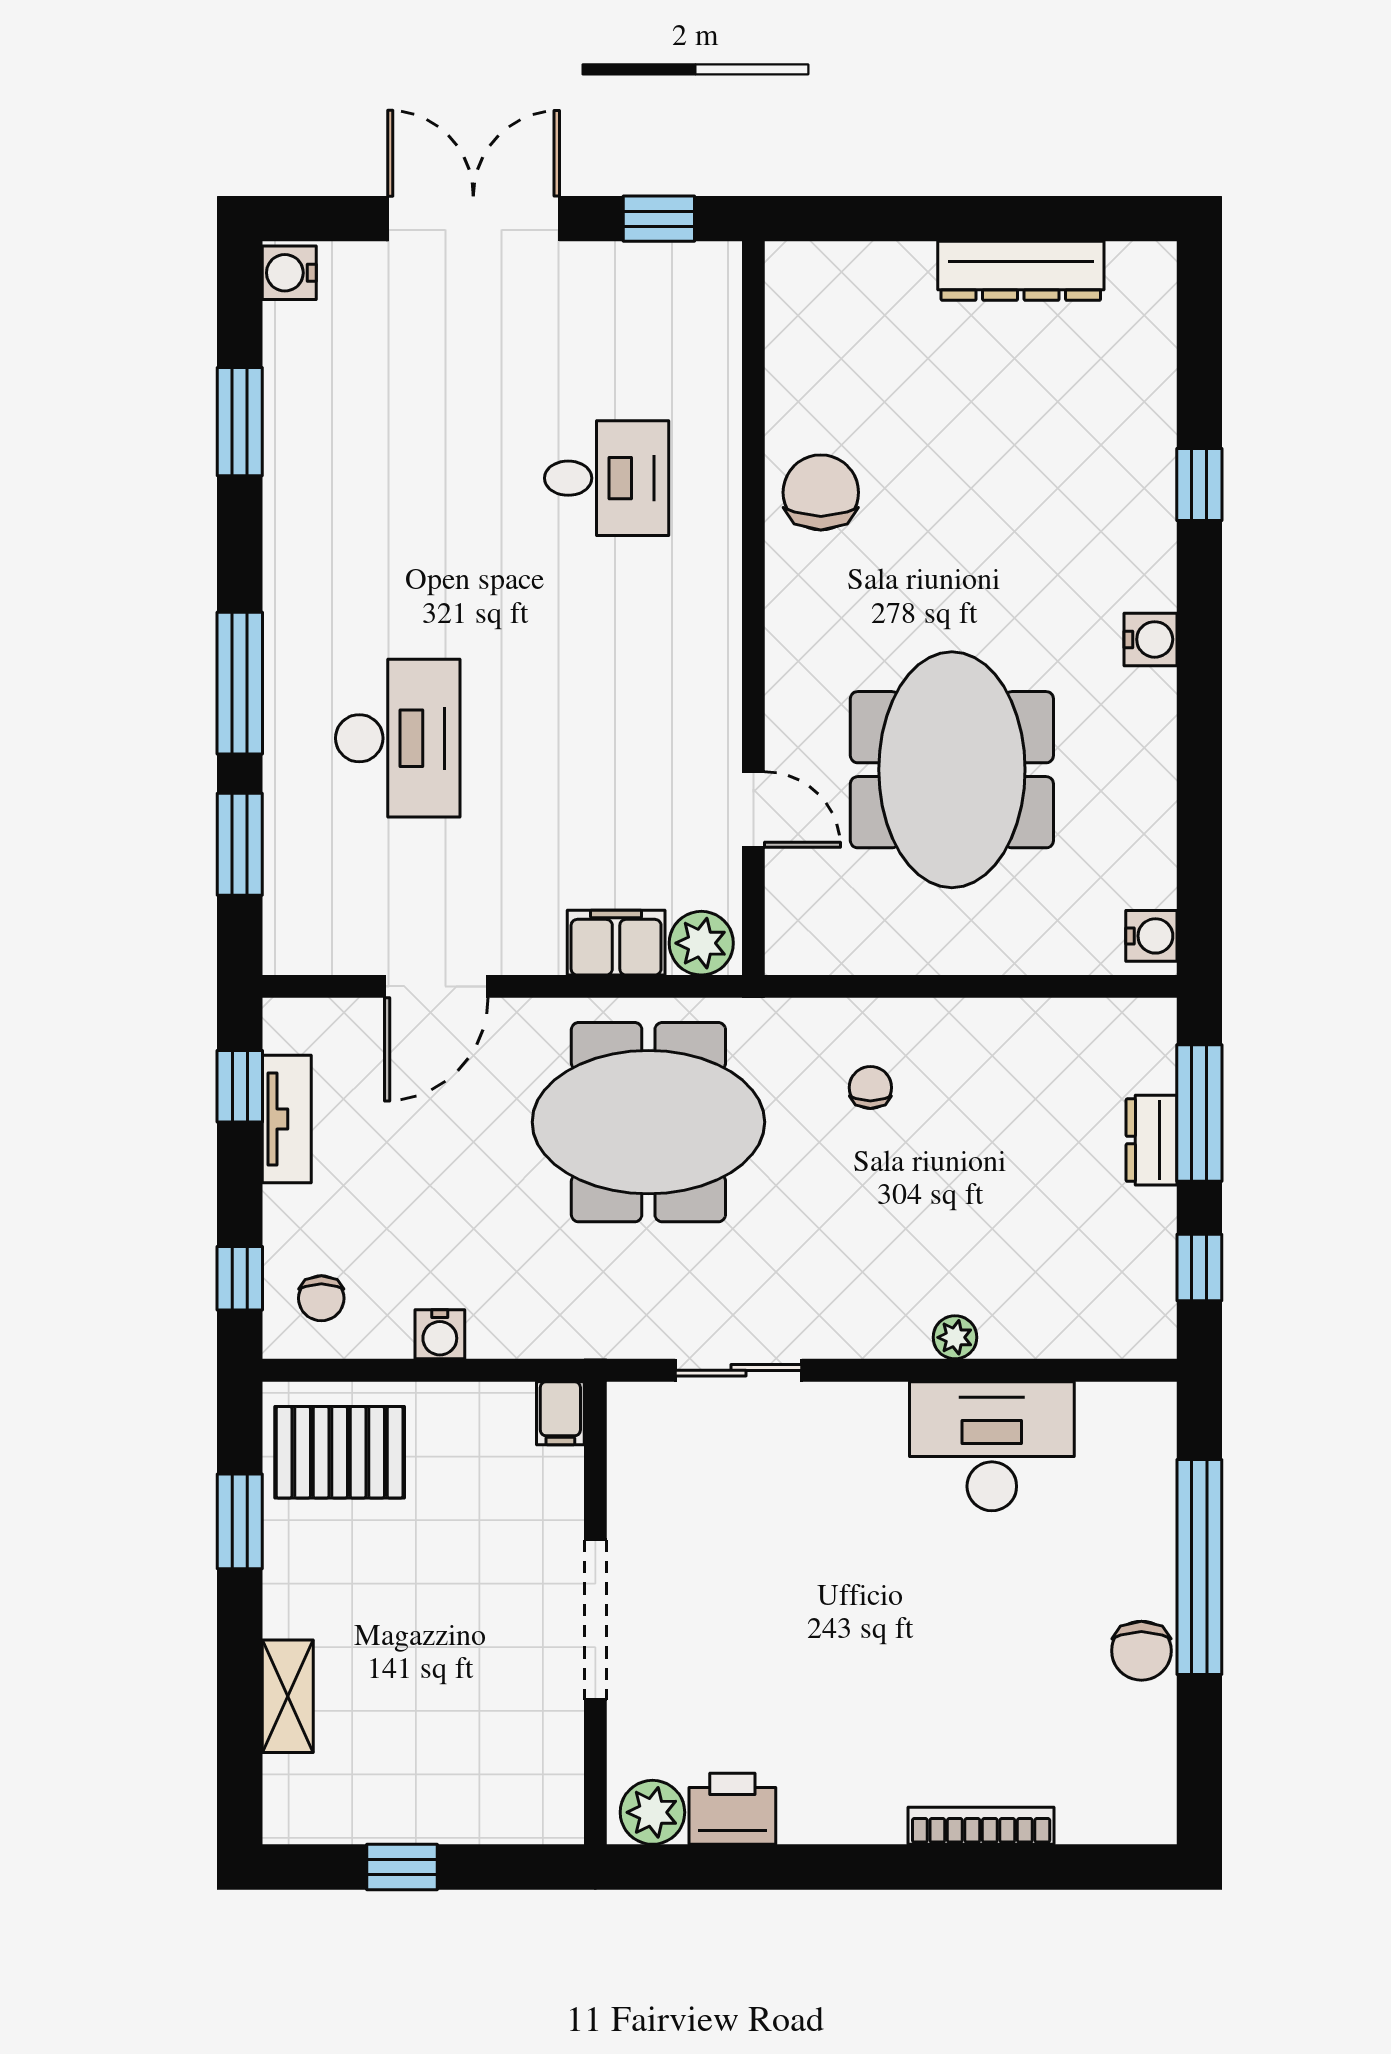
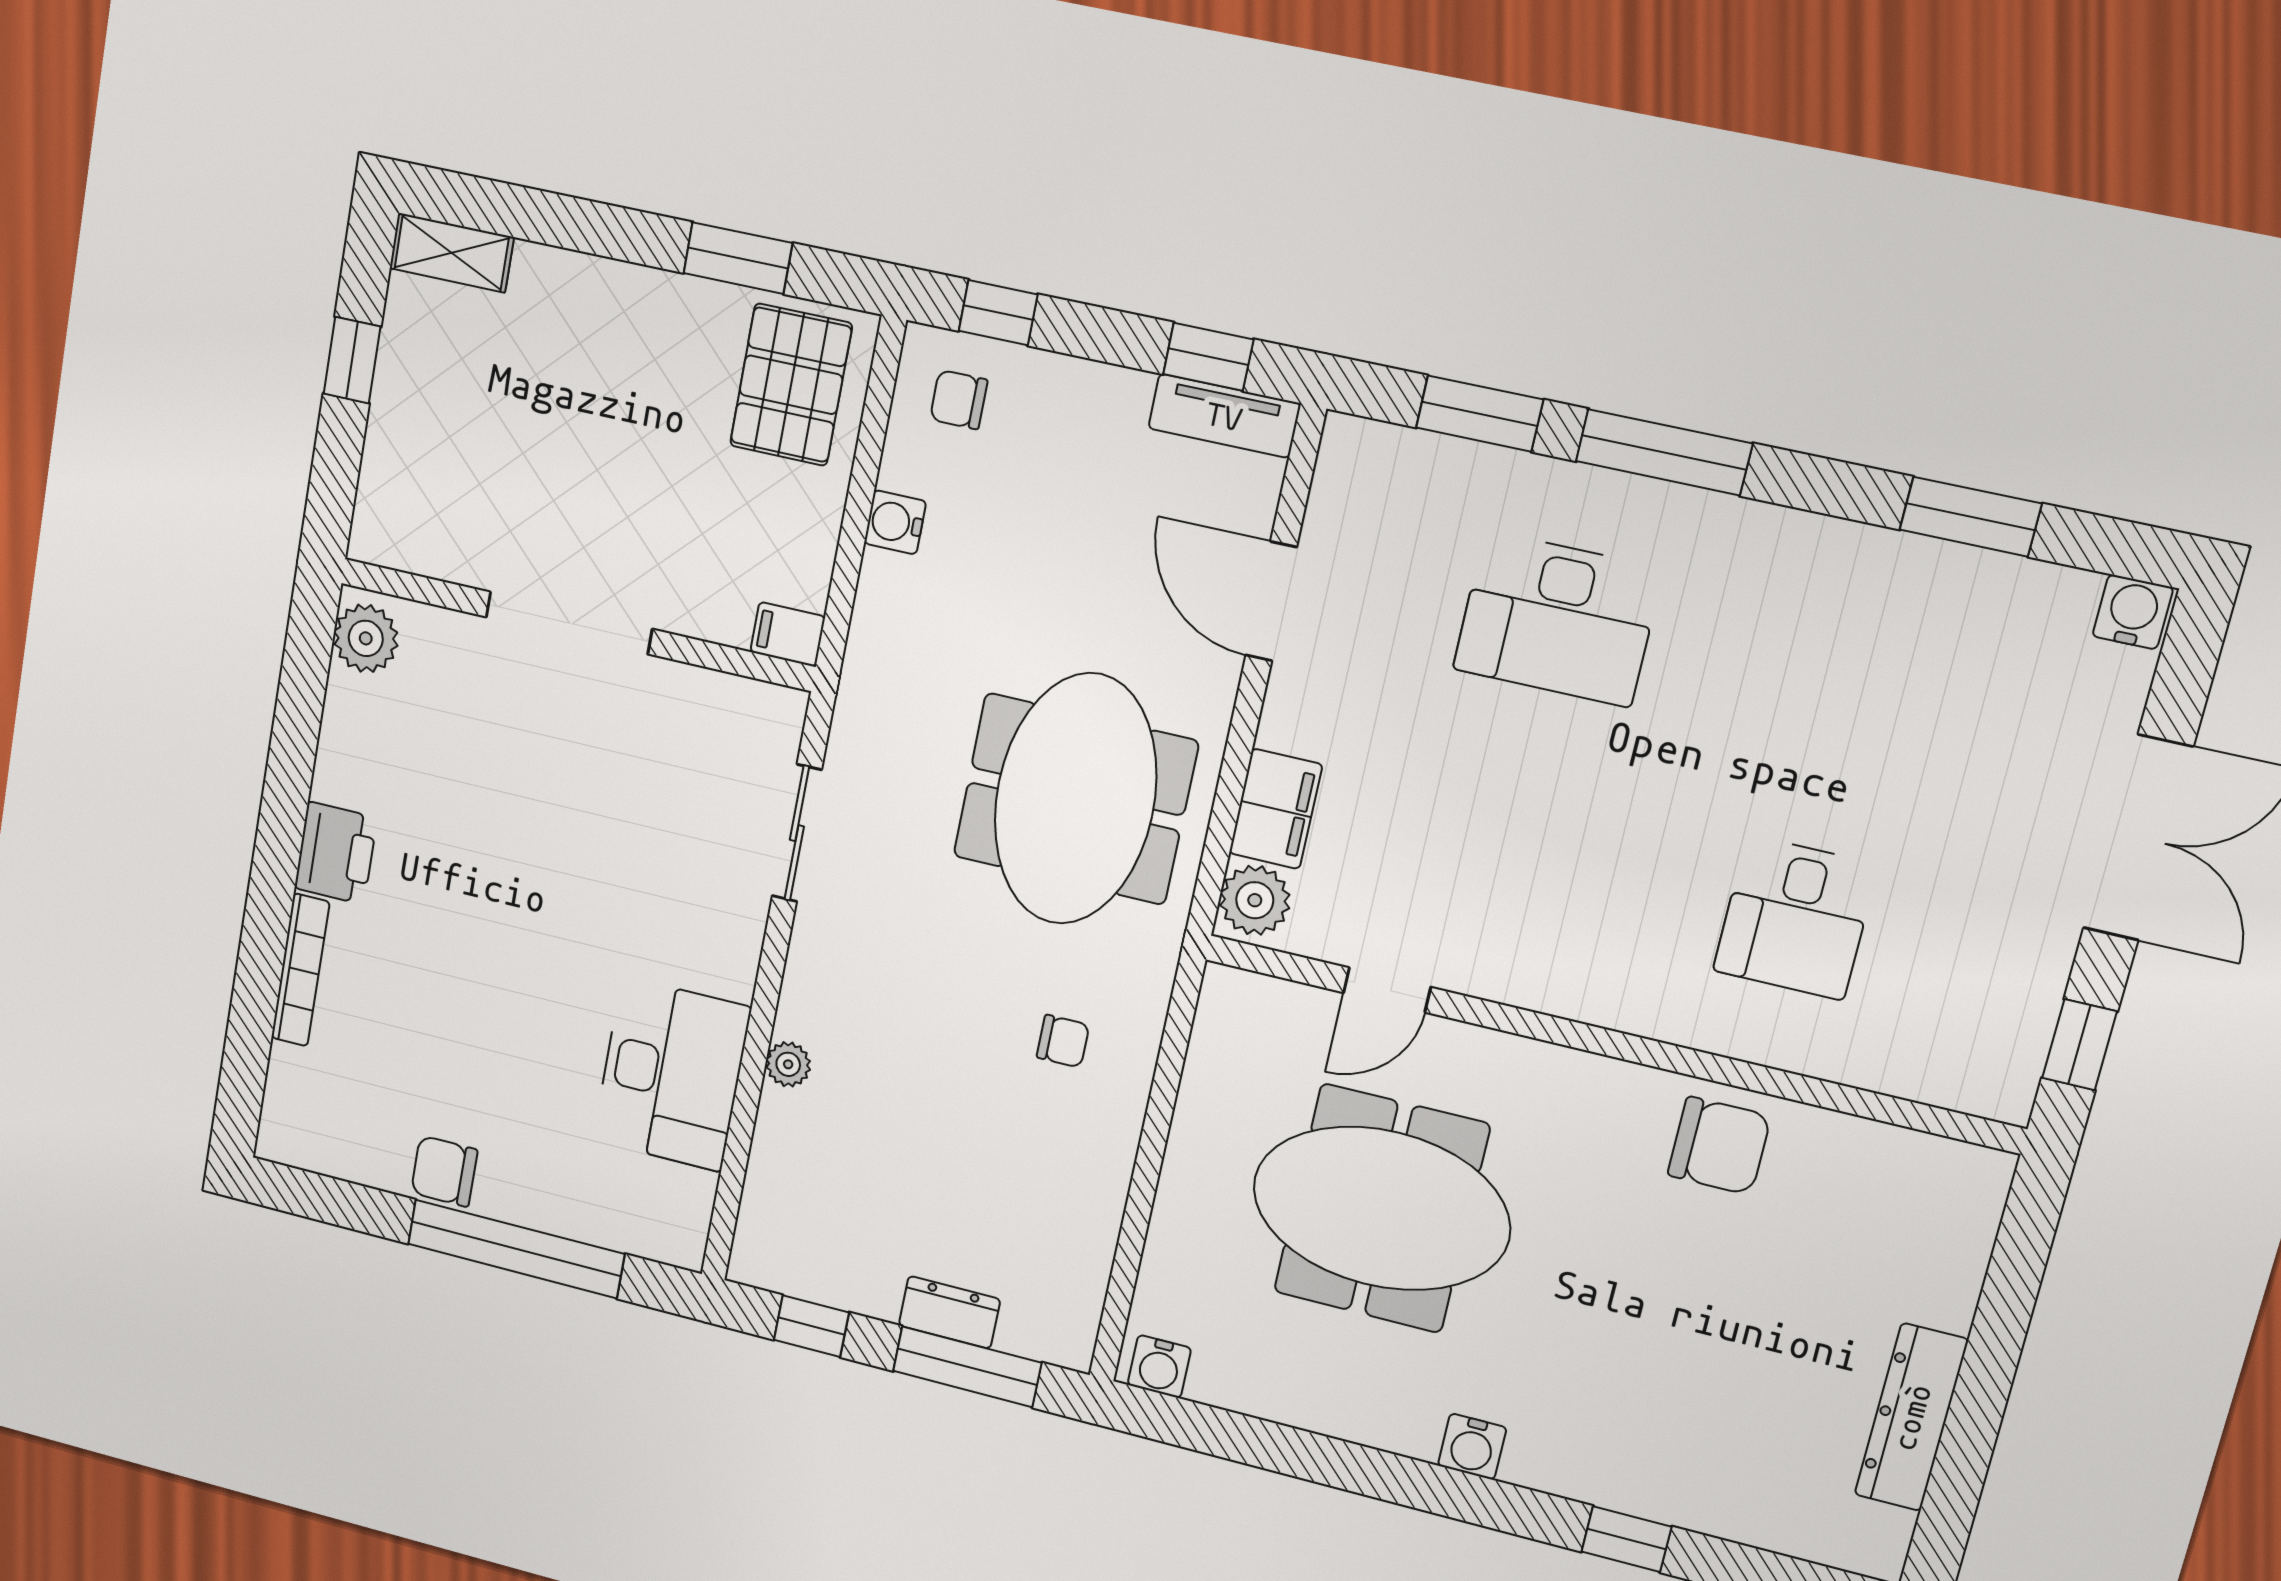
tv unit: (287, 1119) -> (1224, 416), moved
shelving: (288, 1696) -> (452, 253), moved
printer: (732, 1809) -> (336, 853), moved

